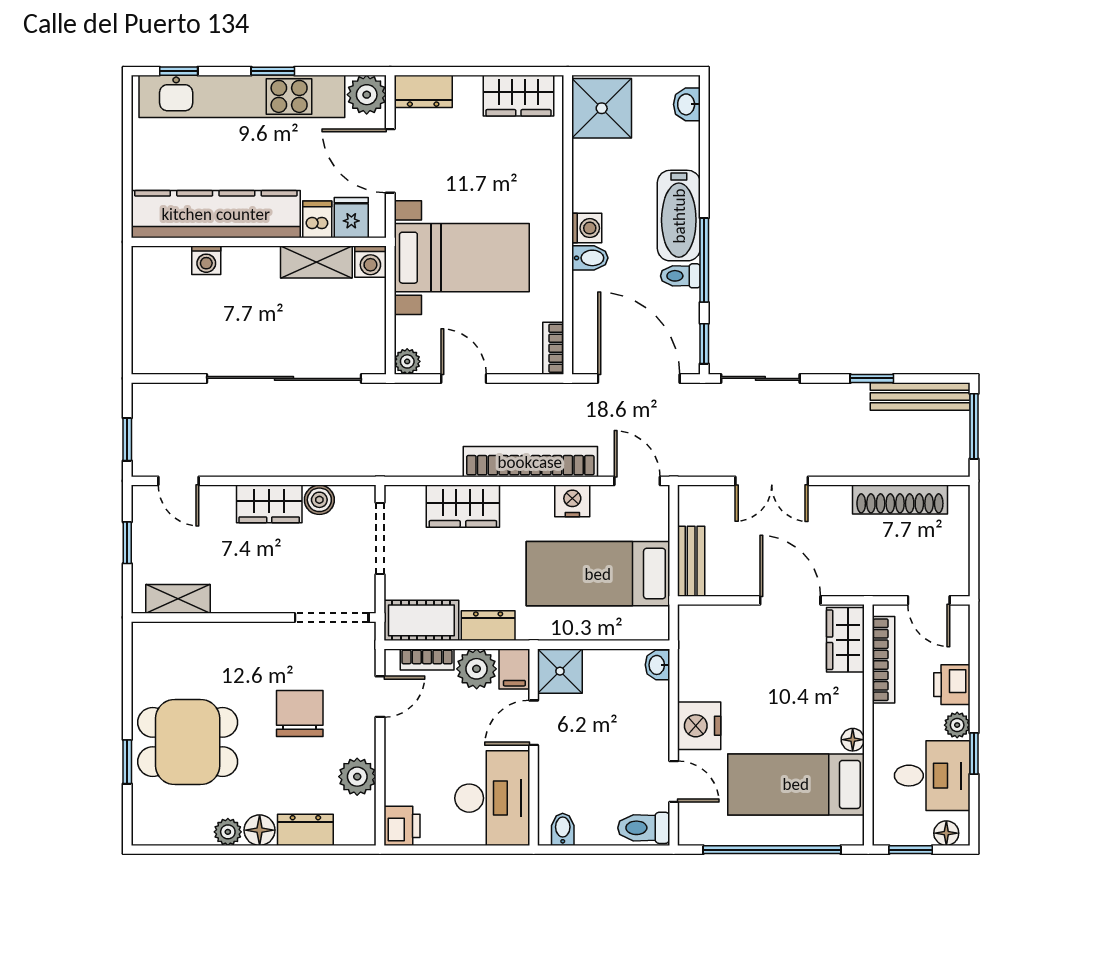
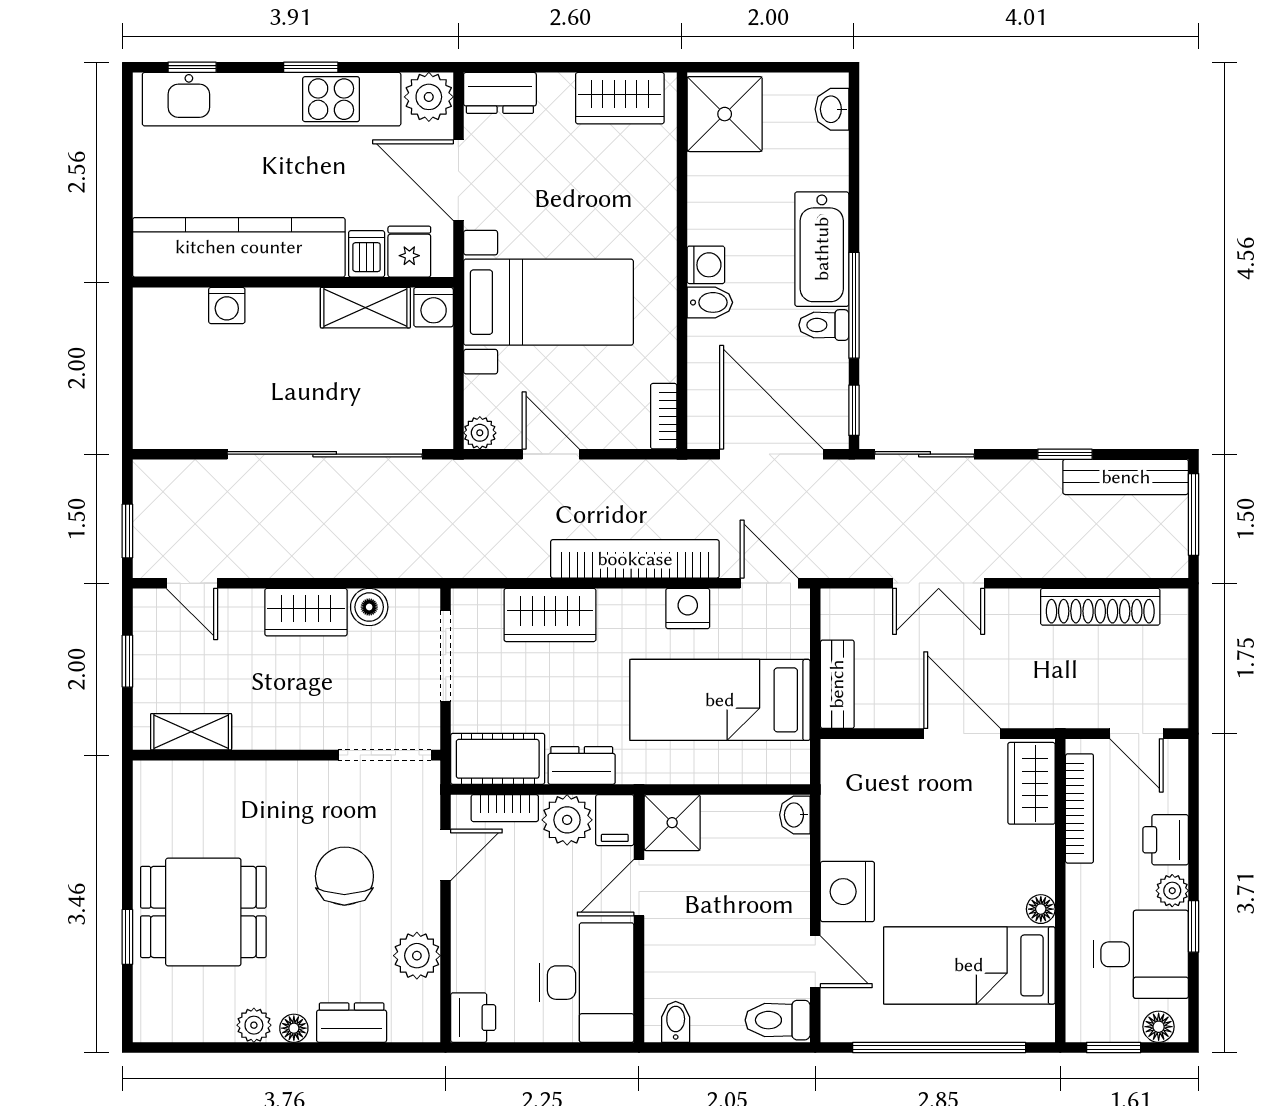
floor lamp: (260, 830) -> (294, 1028), width x0.73, depth x0.73

